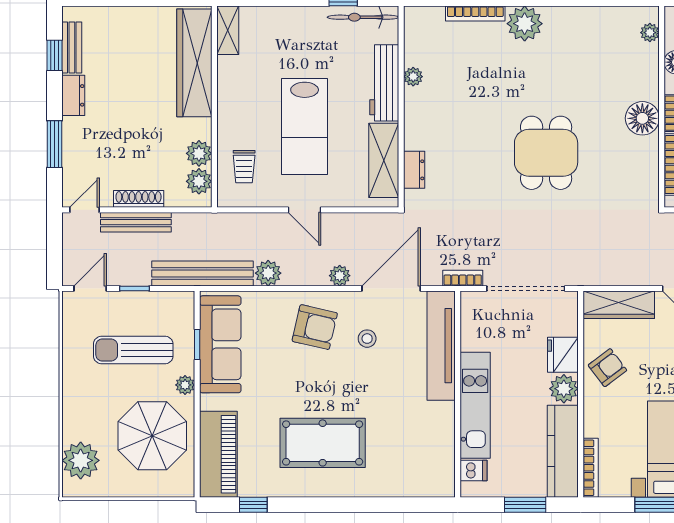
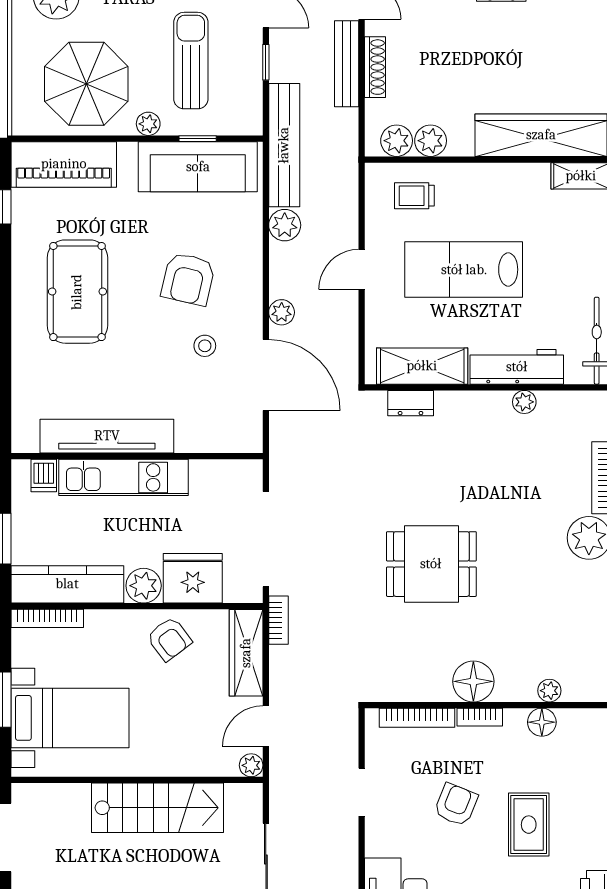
plant: (650, 33) -> (549, 691), moved
bookcase: (463, 278) -> (279, 620), moved
armchair: (315, 327) -> (188, 279), moved
tv unit: (441, 346) -> (107, 436), moved
fridge: (563, 355) -> (193, 578), width x1.36, depth x1.34

